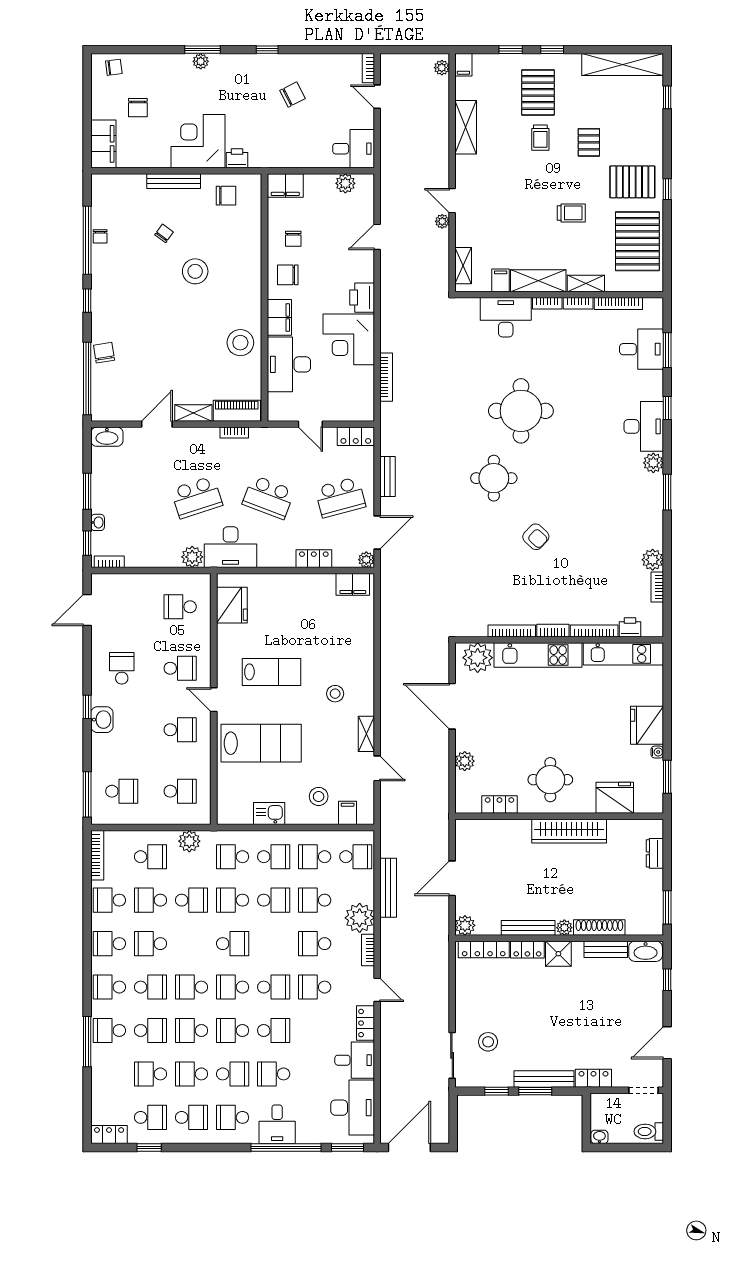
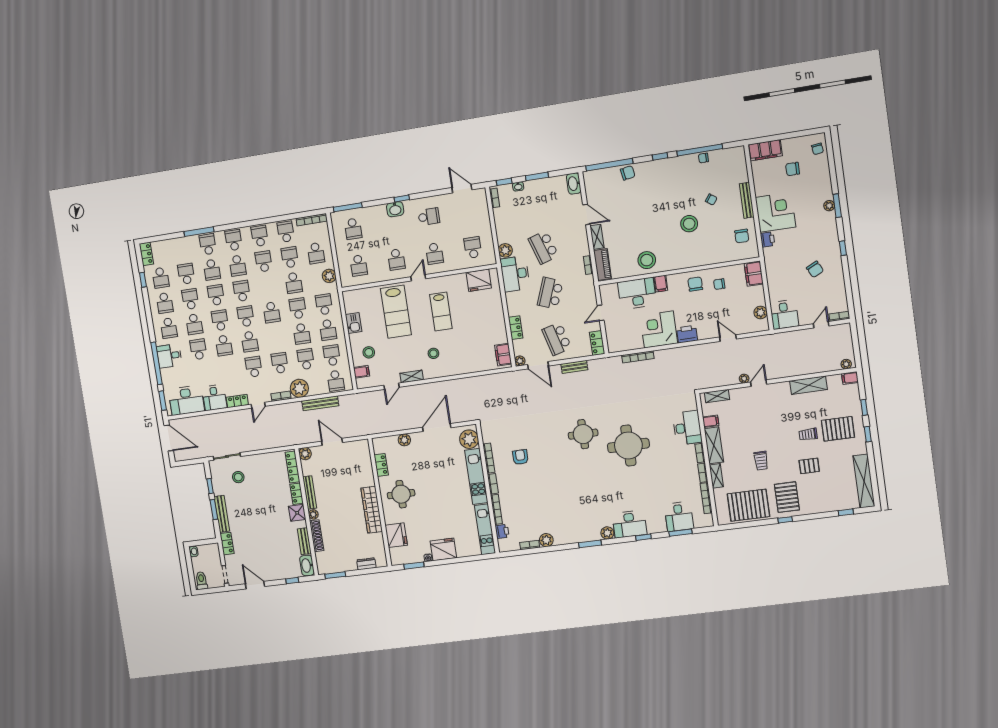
filing cabinet: (279, 317) -> (661, 284), width x0.50
armchair: (536, 537) -> (520, 457), moved, turned 137
school desk: (233, 1117) -> (169, 328), turned 180

